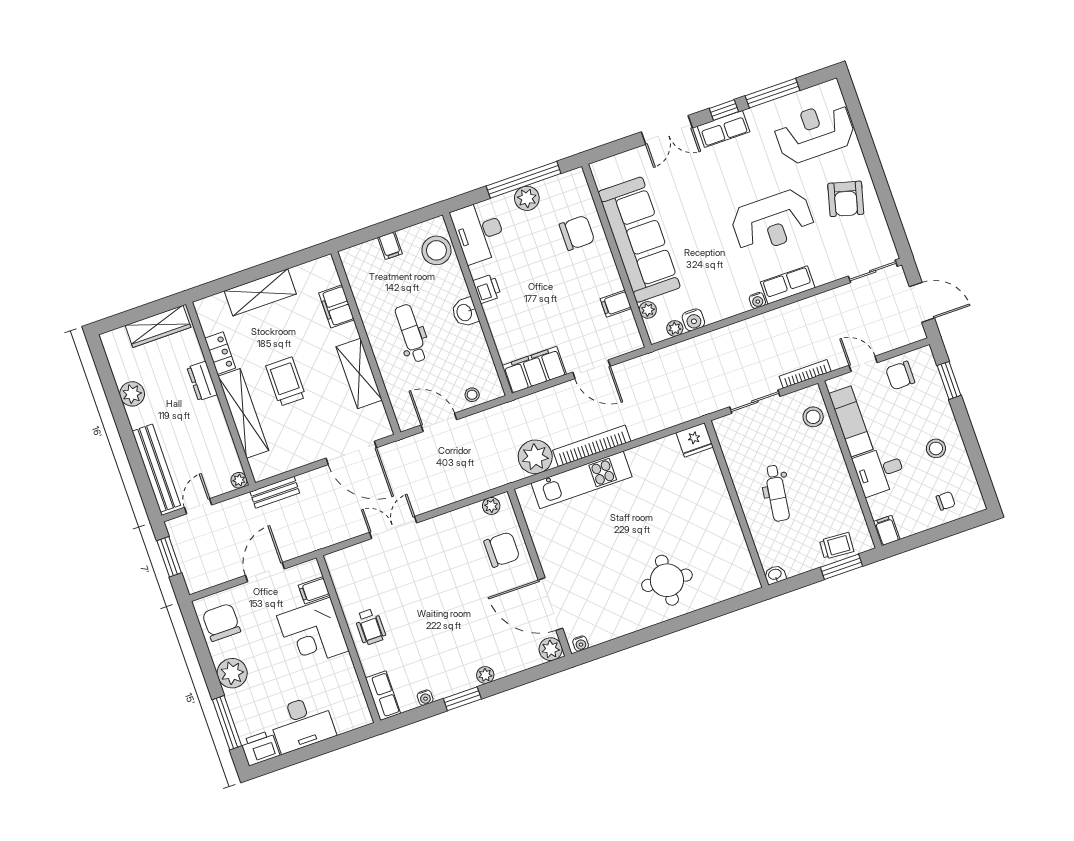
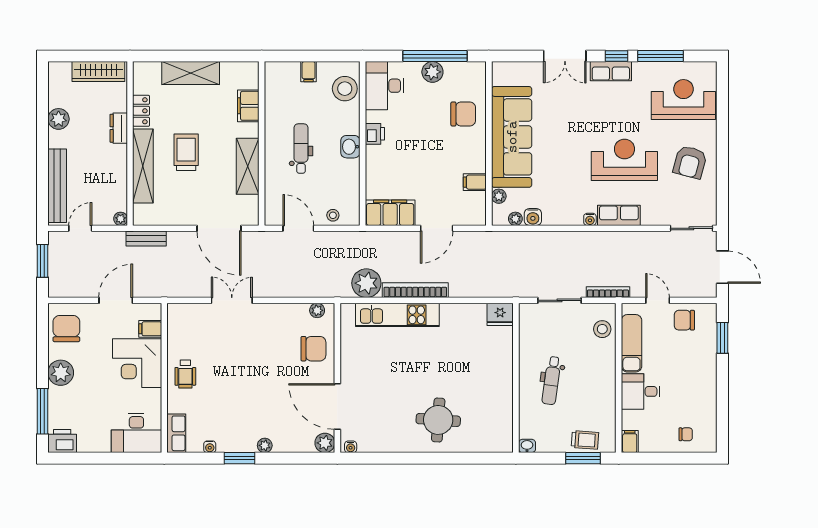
reception desk: (773, 221) -> (624, 160), turned 180
door: (591, 369) -> (437, 228), hinge flipped
stool: (936, 448) -> (693, 389), removed
desk: (302, 723) -> (136, 433), moved

